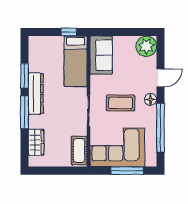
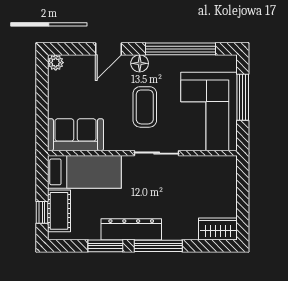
window: (69, 32) -> (42, 212), moved
plant: (146, 46) -> (56, 63), width x0.53, depth x0.53
door: (160, 78) -> (109, 49), swing flipped
wardrobe: (36, 142) -> (218, 229), moved
cot: (79, 150) -> (59, 211), moved, turned 90

